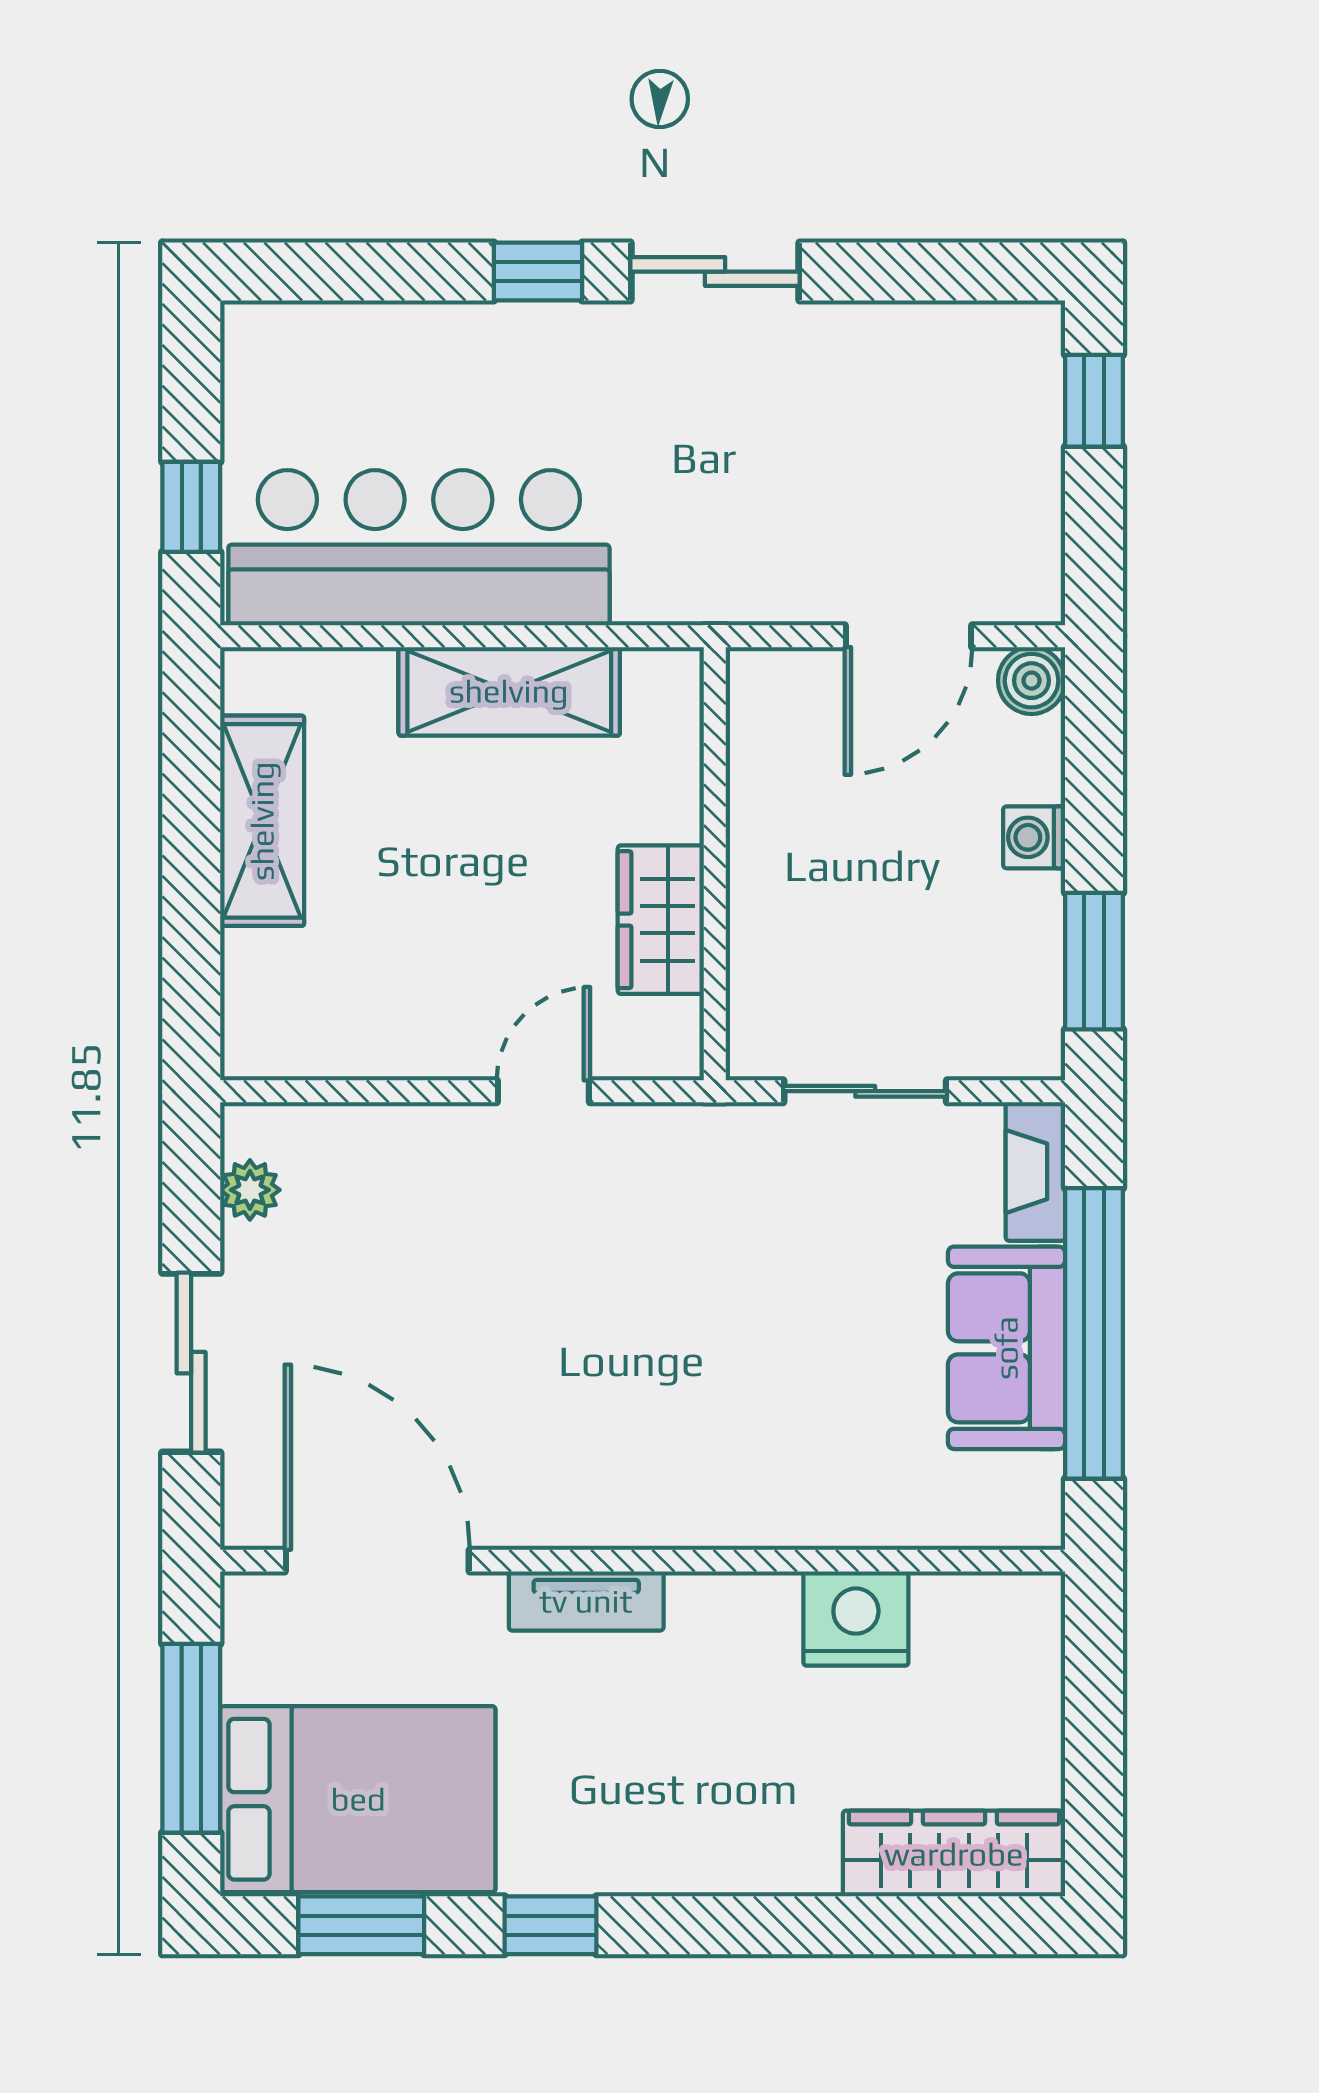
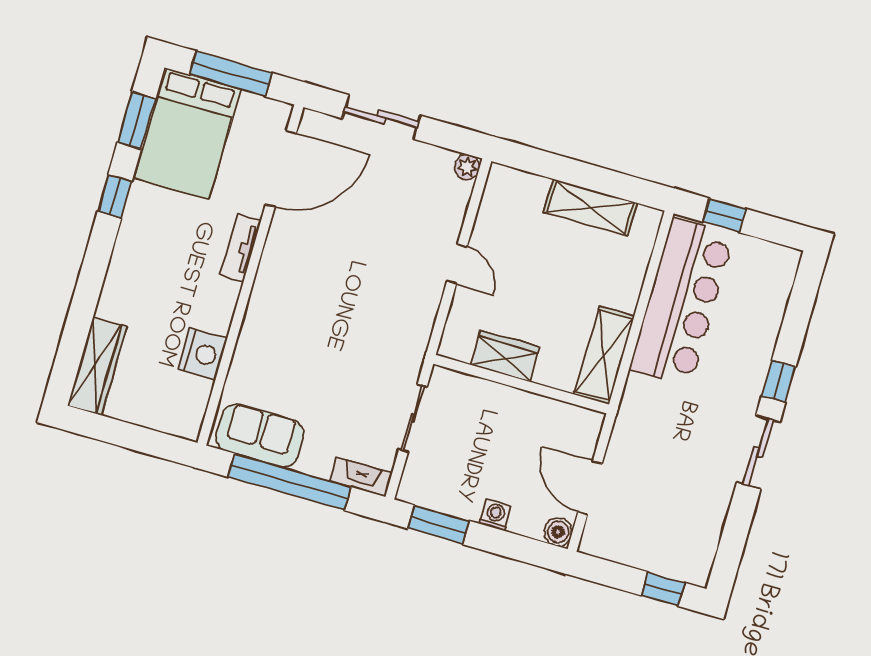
shelving: (509, 691) -> (604, 355), moved
door: (543, 1091) -> (457, 264), moved
plant: (250, 1190) -> (467, 167), moved
sofa: (1006, 1348) -> (260, 436), moved

